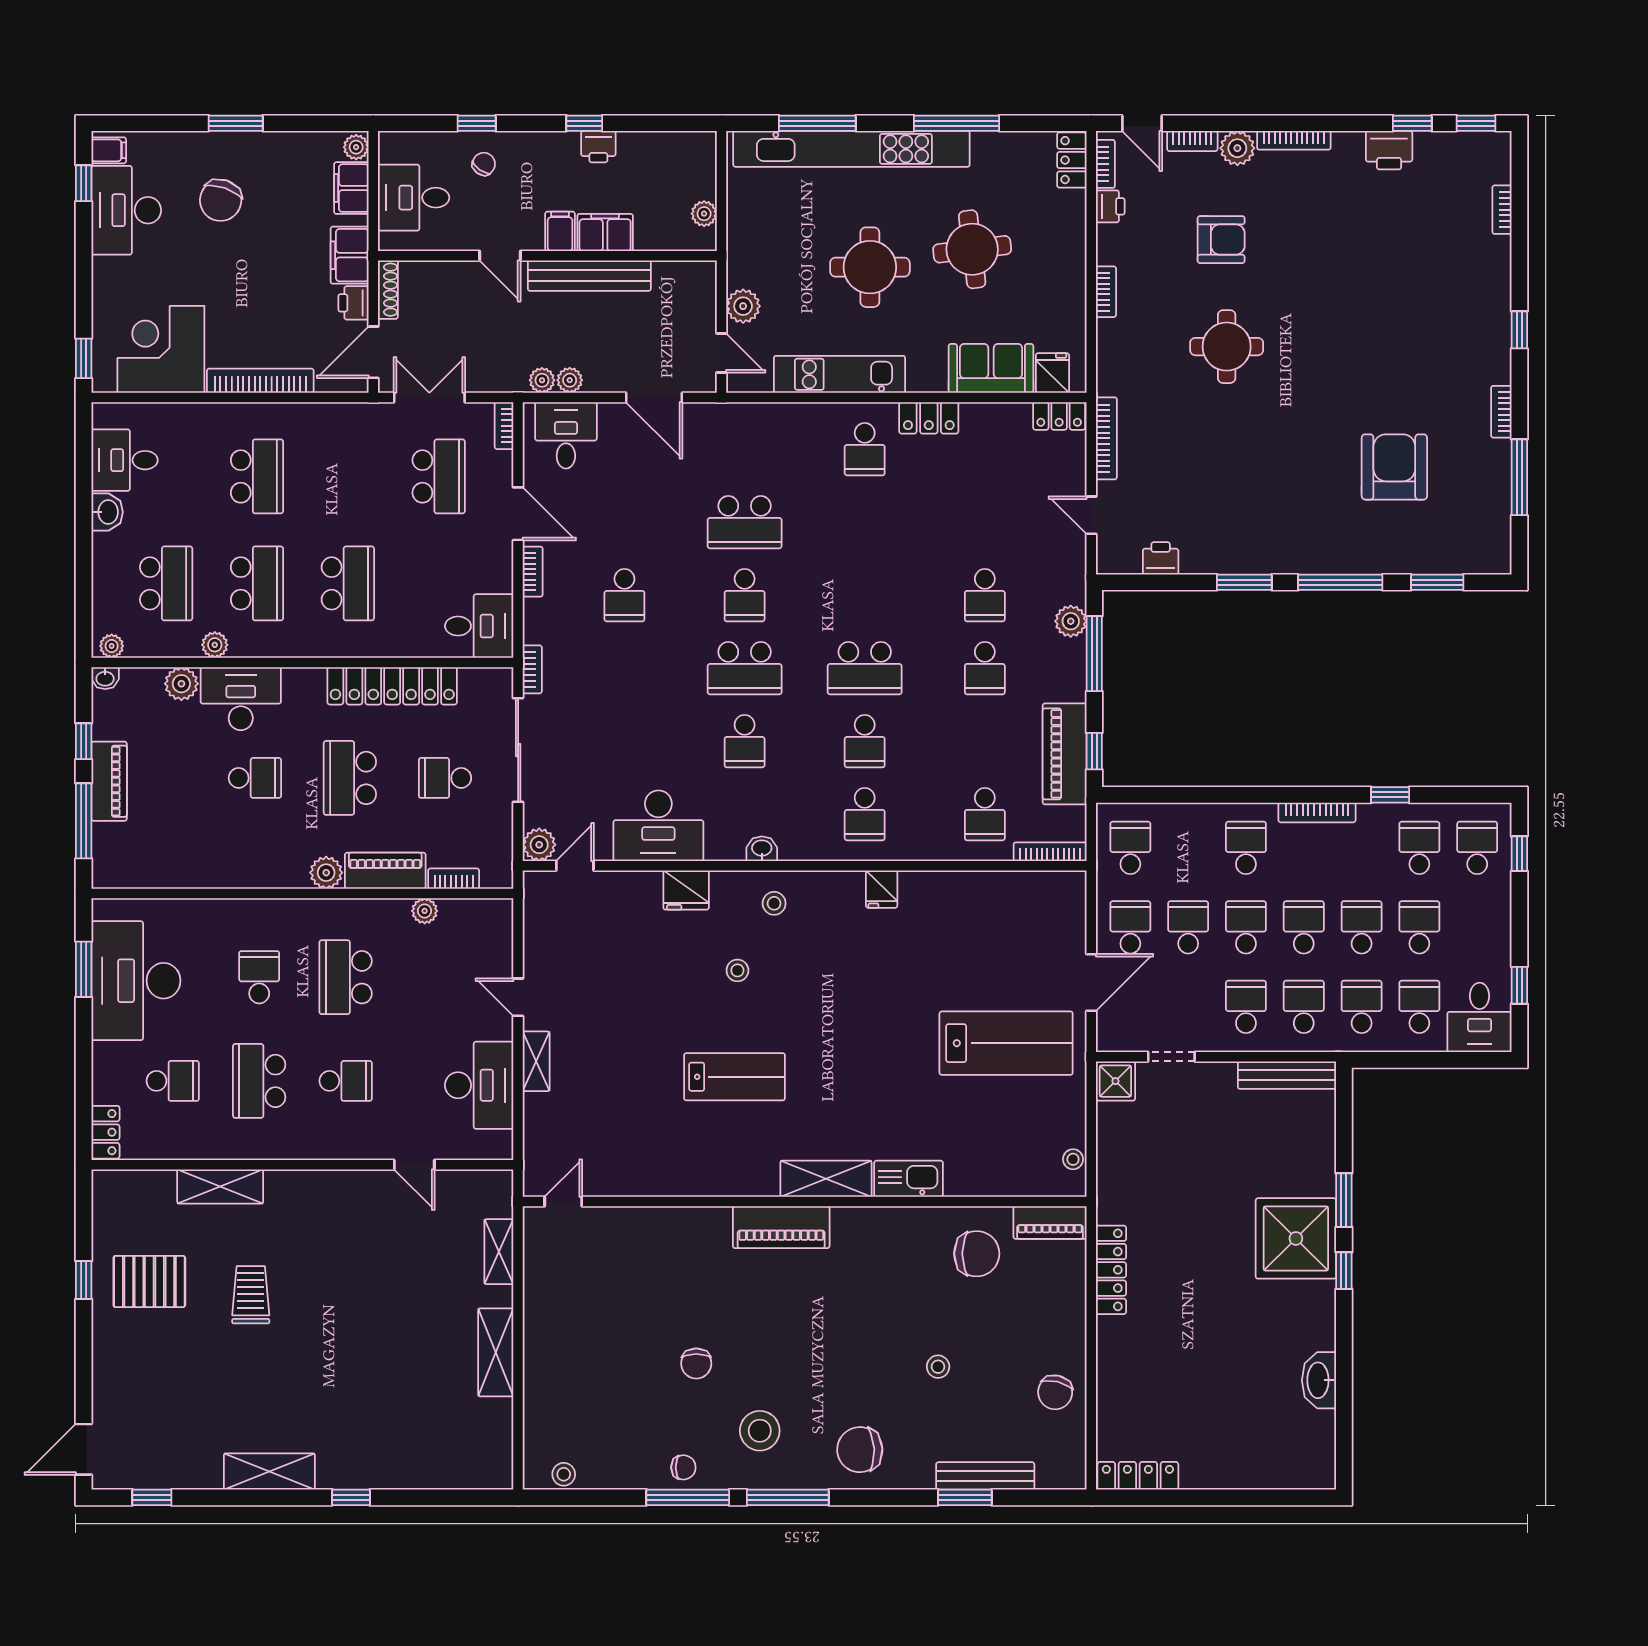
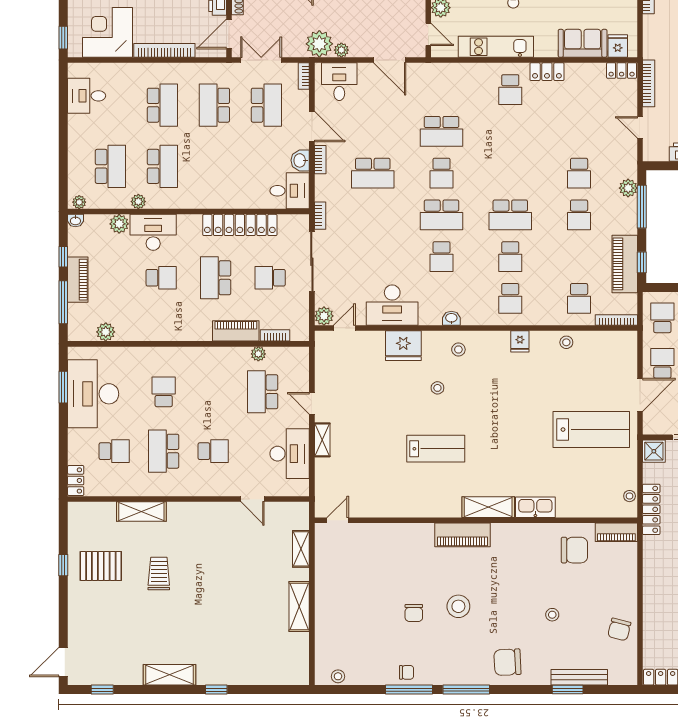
plant: (542, 380) -> (319, 44), width x1.87, depth x1.87
washbasin: (107, 512) -> (300, 160), moved, turned 180
school desk: (348, 583) -> (214, 105), moved, turned 180
school desk: (624, 595) -> (373, 173), width x1.85
plant: (326, 873) -> (106, 332), moved
fridge: (686, 890) -> (403, 346), width x1.36, depth x1.34
stool: (963, 891) -> (566, 342), added
school desk: (346, 977) -> (263, 392), moved
locker: (1111, 1270) -> (651, 509), moved
stool: (760, 1431) -> (458, 606), moved

